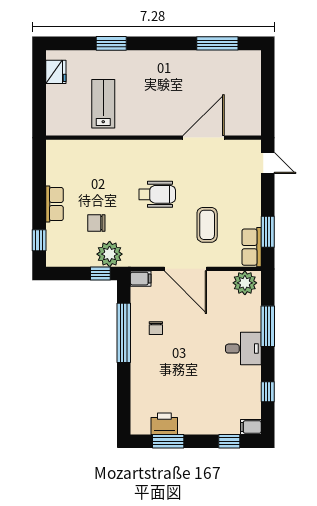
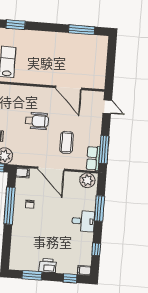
door: (203, 138) -> (68, 88), swing flipped
window: (268, 232) -> (104, 150), width x1.44
printer: (164, 424) -> (48, 266), moved

